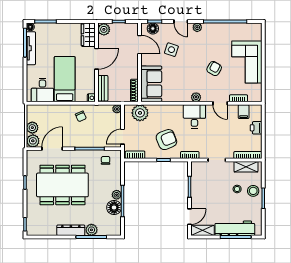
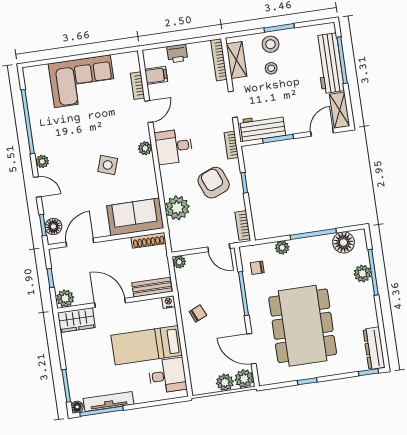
door: (181, 22) -> (37, 187), hinge flipped
side table: (171, 50) -> (108, 165), moved
armchair: (214, 69) -> (99, 128), removed
plant: (140, 113) -> (177, 208), moved
workbench: (198, 178) -> (263, 128), added
plant: (117, 195) -> (282, 248), moved
floor lamp: (114, 207) -> (344, 242), moved
door: (190, 217) -> (322, 132), hinge flipped
dresser: (71, 230) -> (374, 348), moved

